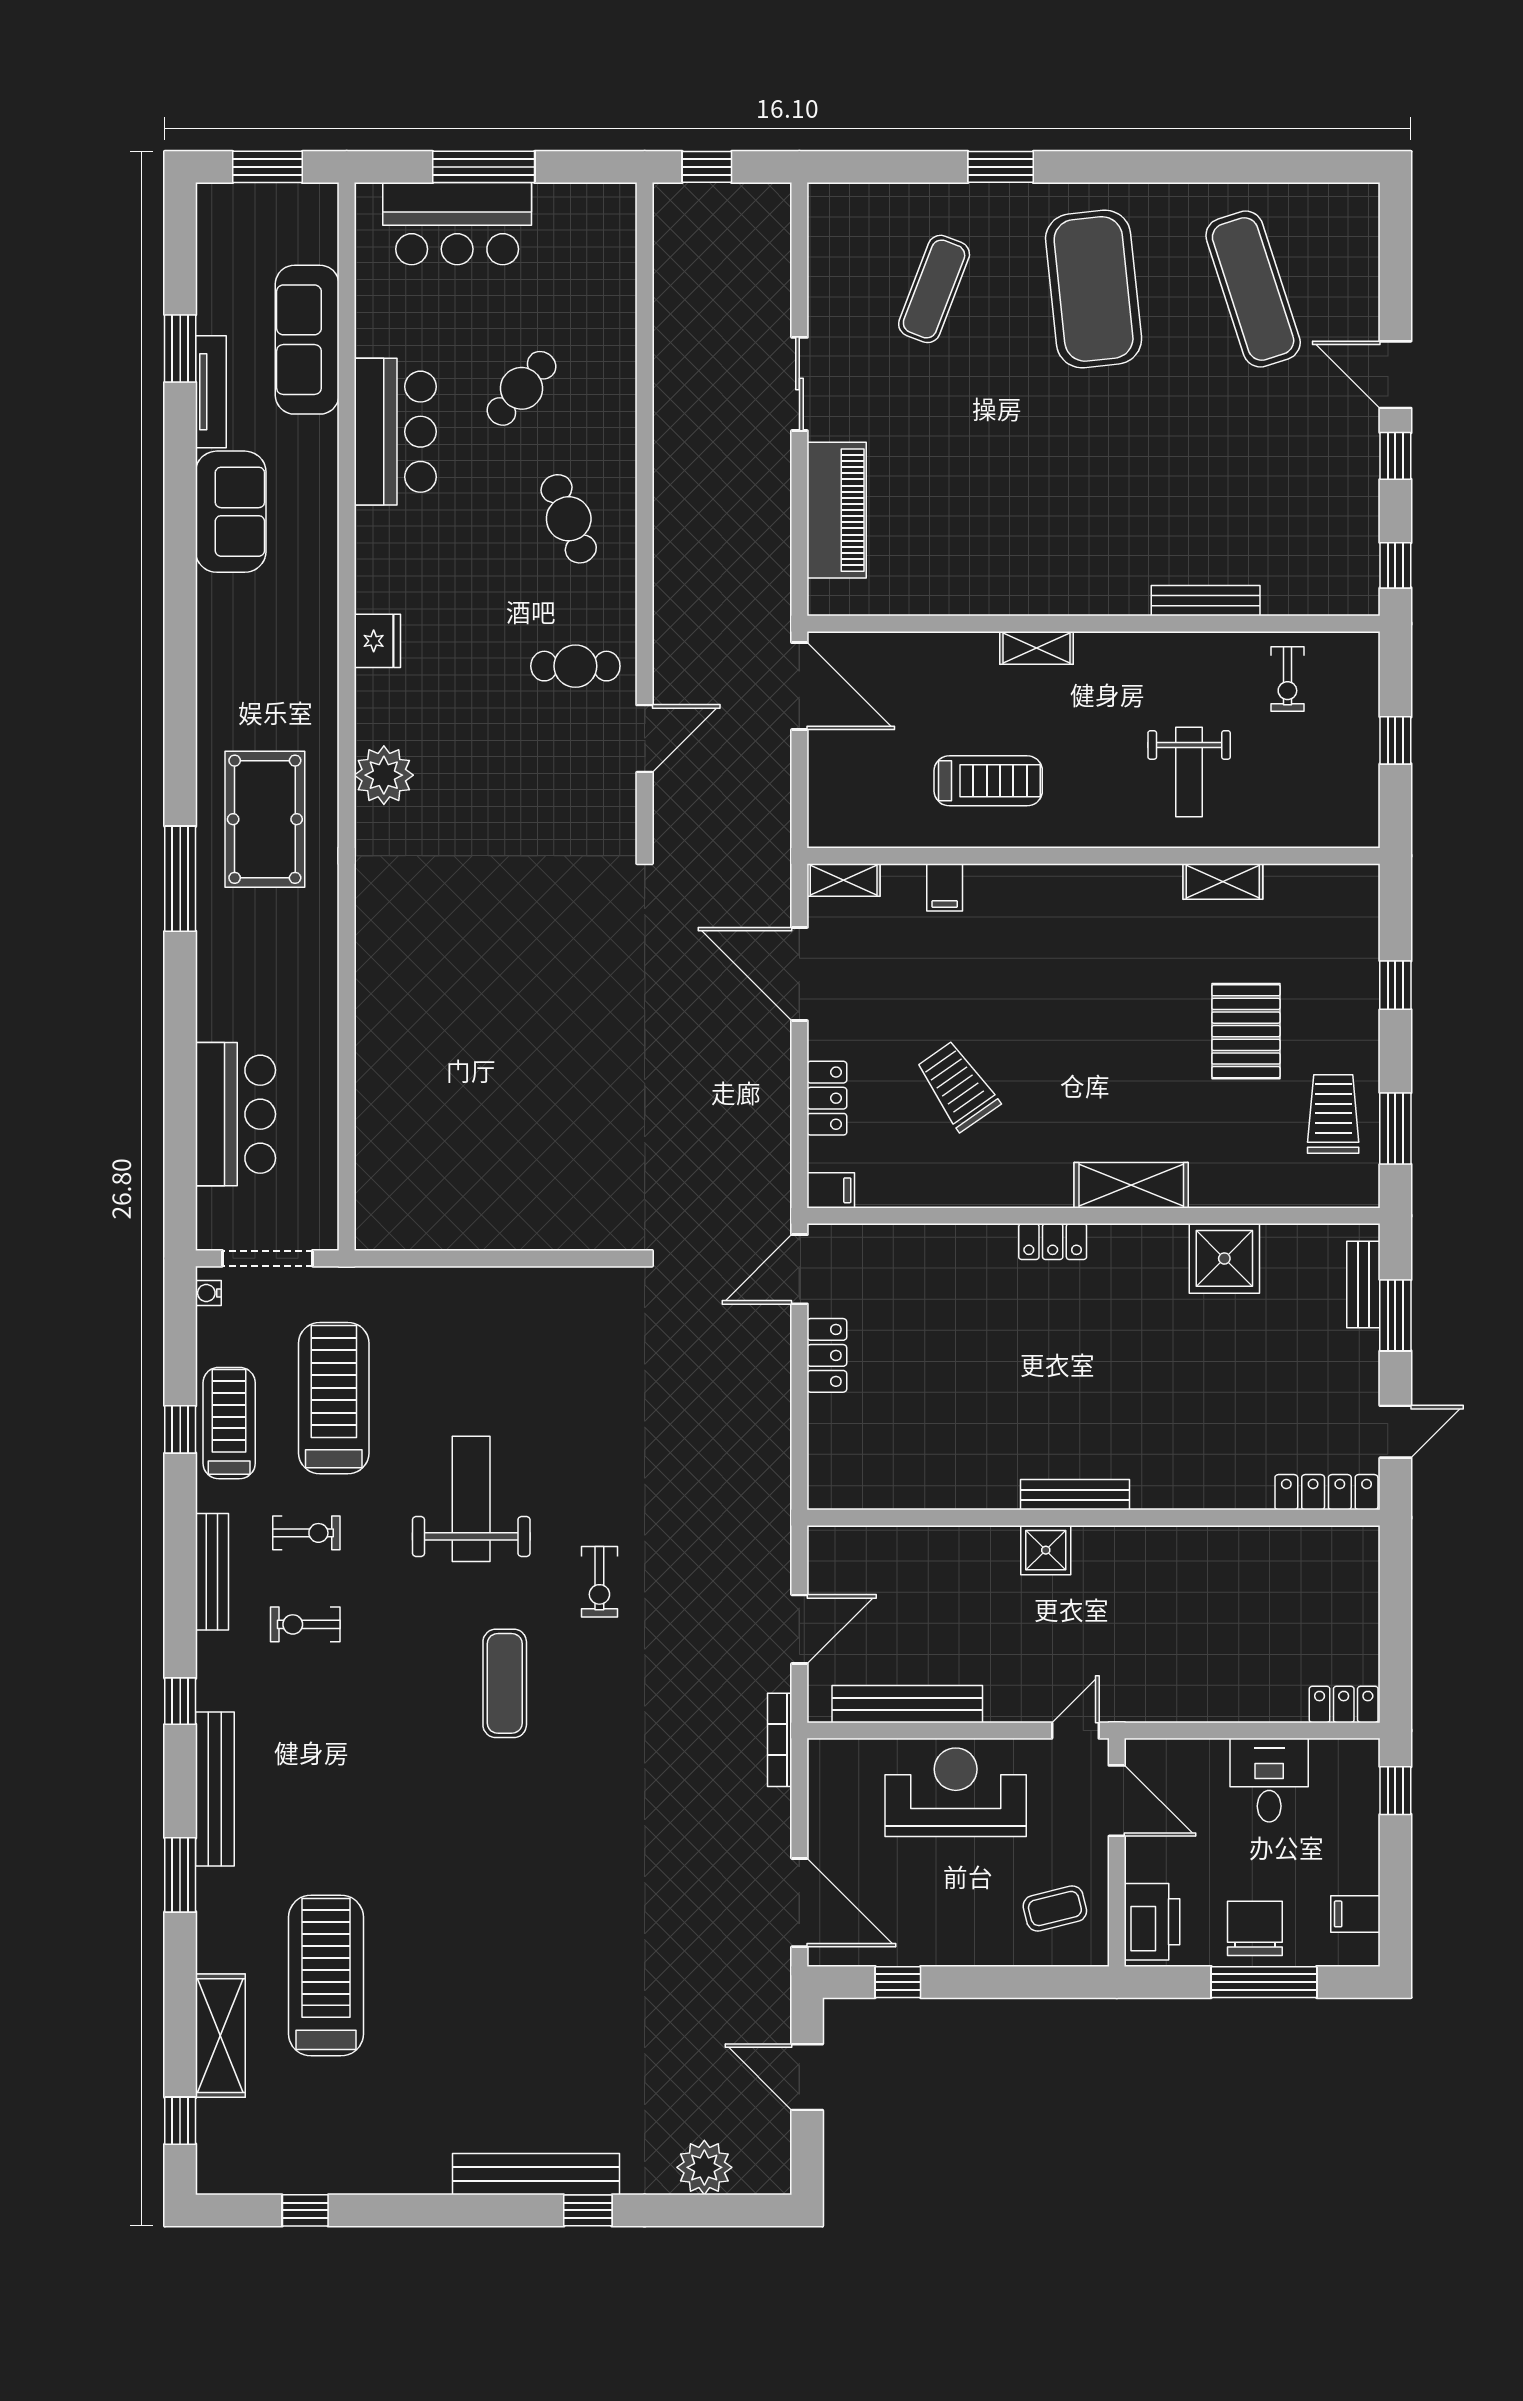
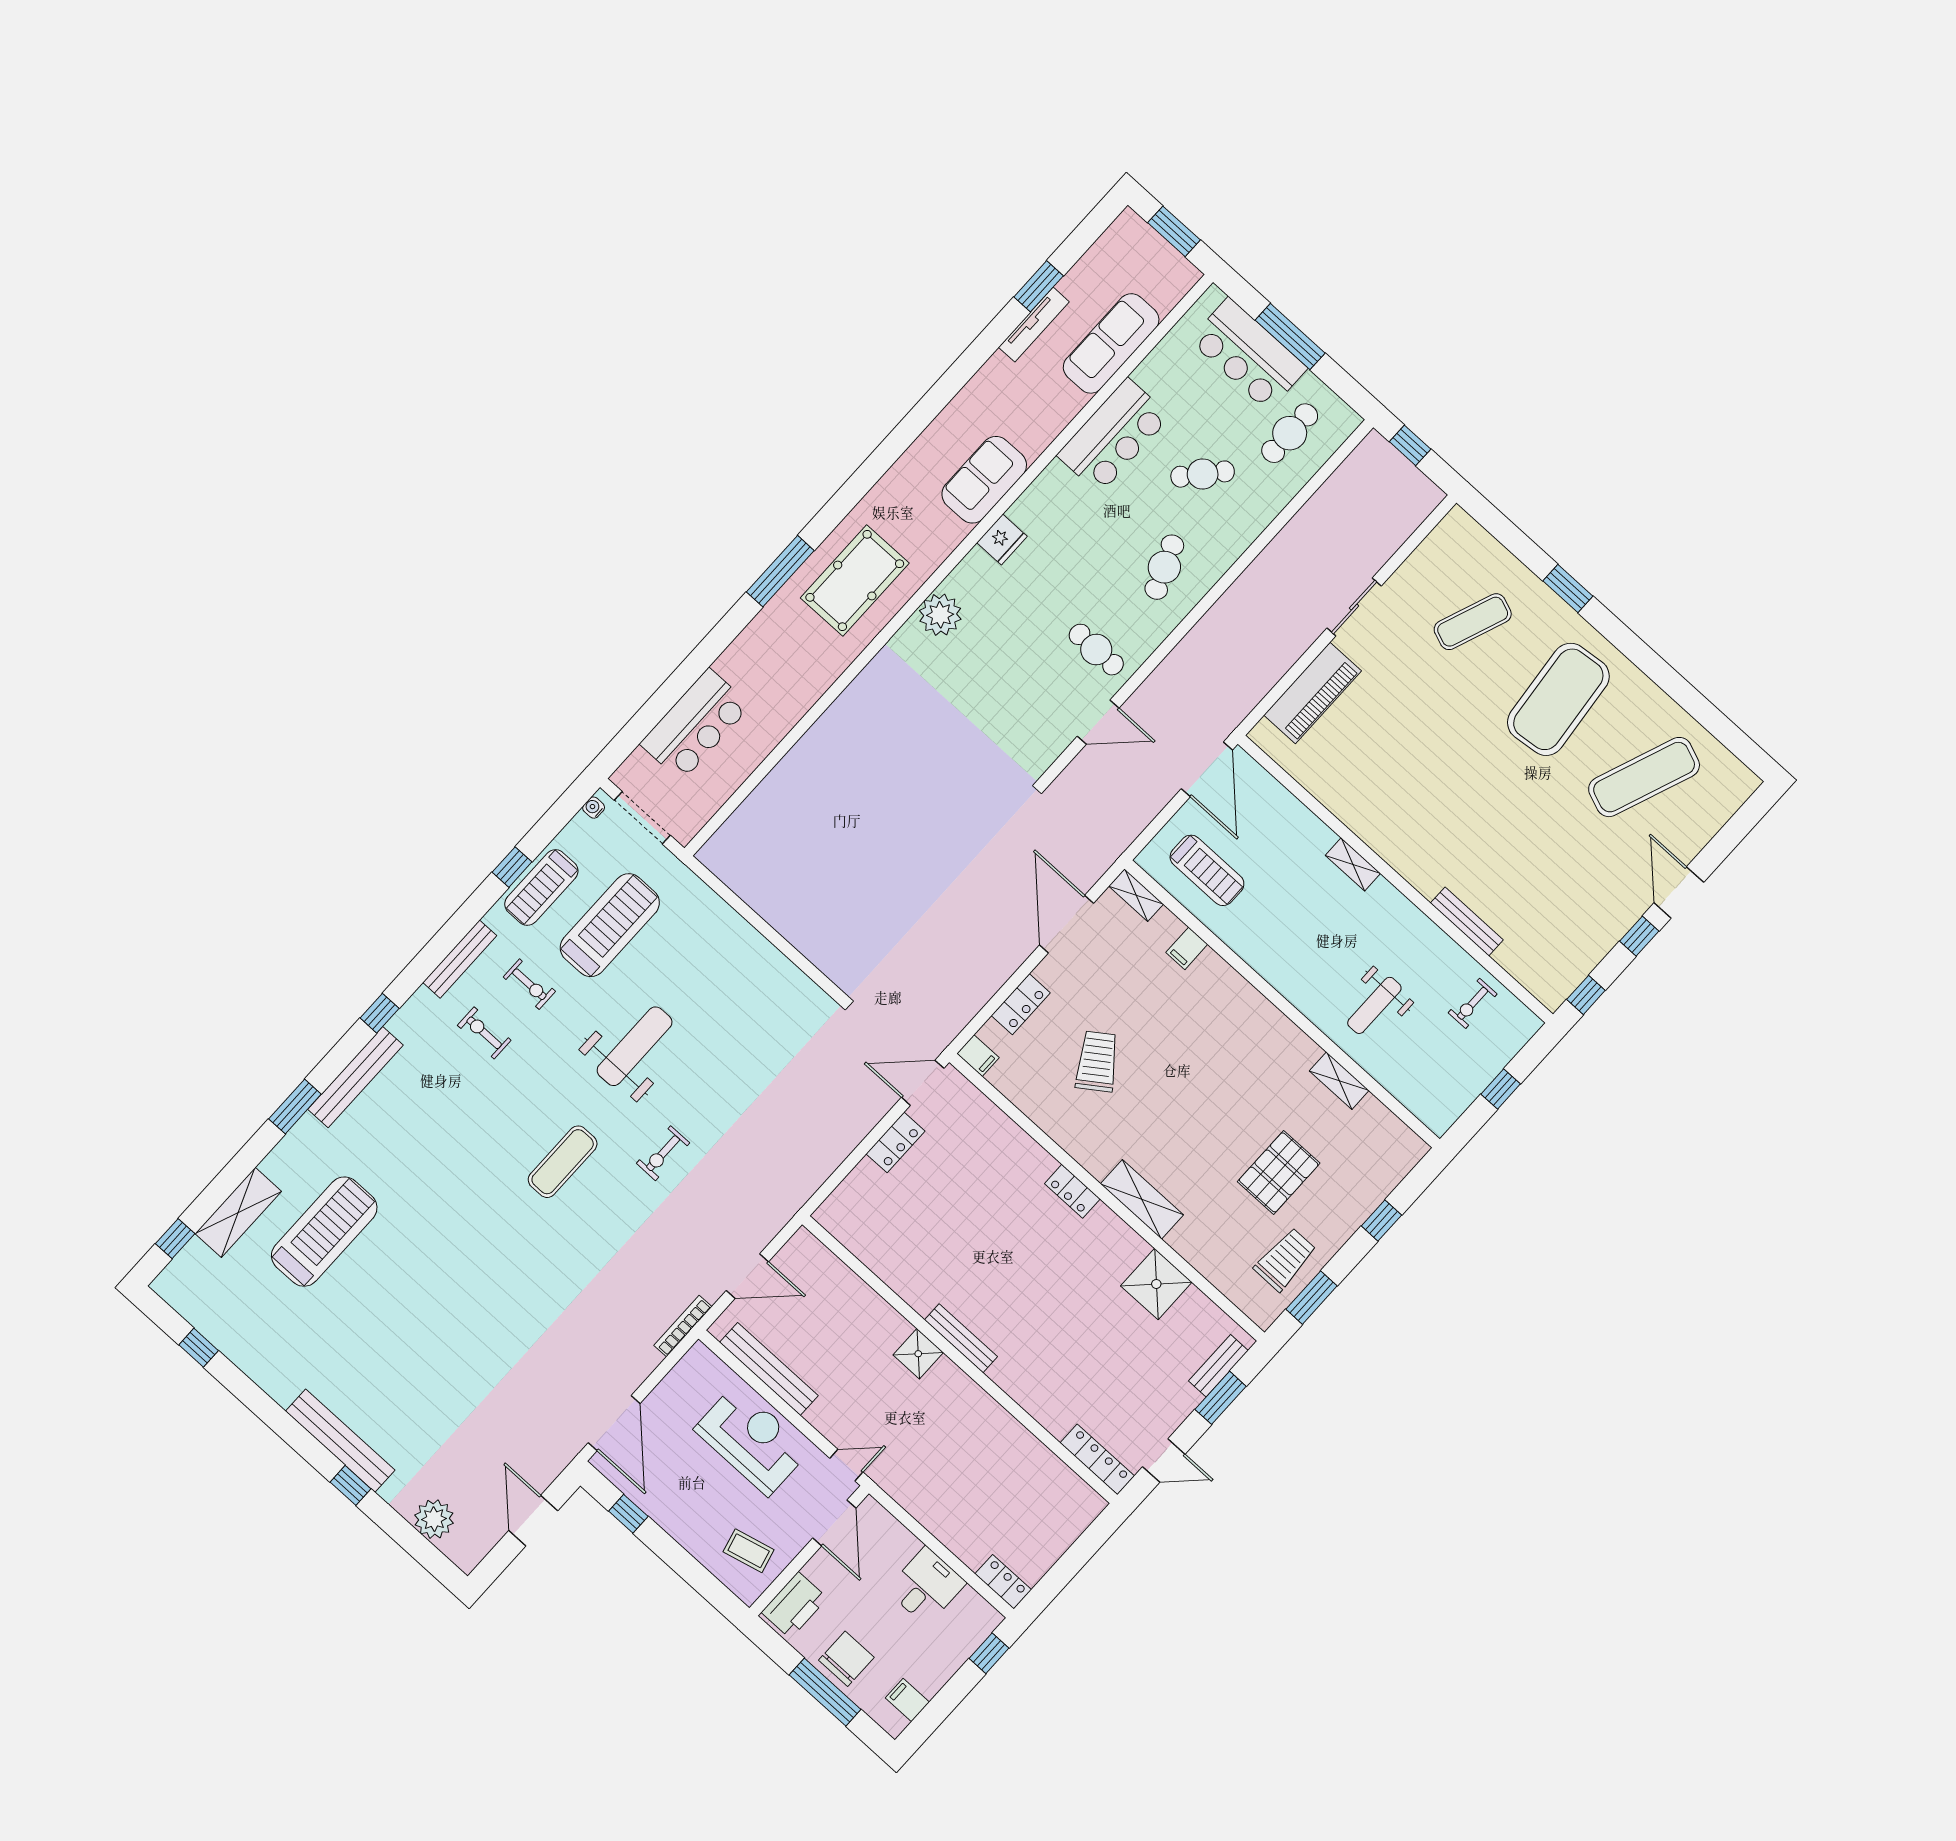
cafe table: (573, 266) -> (1290, 433), added
exercise mat: (1253, 289) -> (1644, 777), turned 39
sofa: (231, 512) -> (984, 480), moved, turned 180
treadmill: (988, 781) -> (1207, 870), moved
treadmill: (229, 1423) -> (541, 888), turned 180

